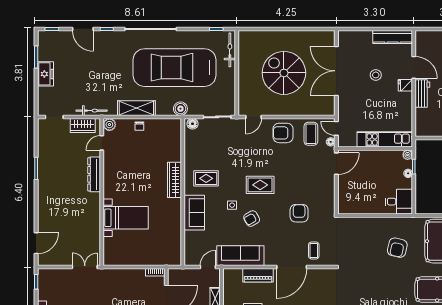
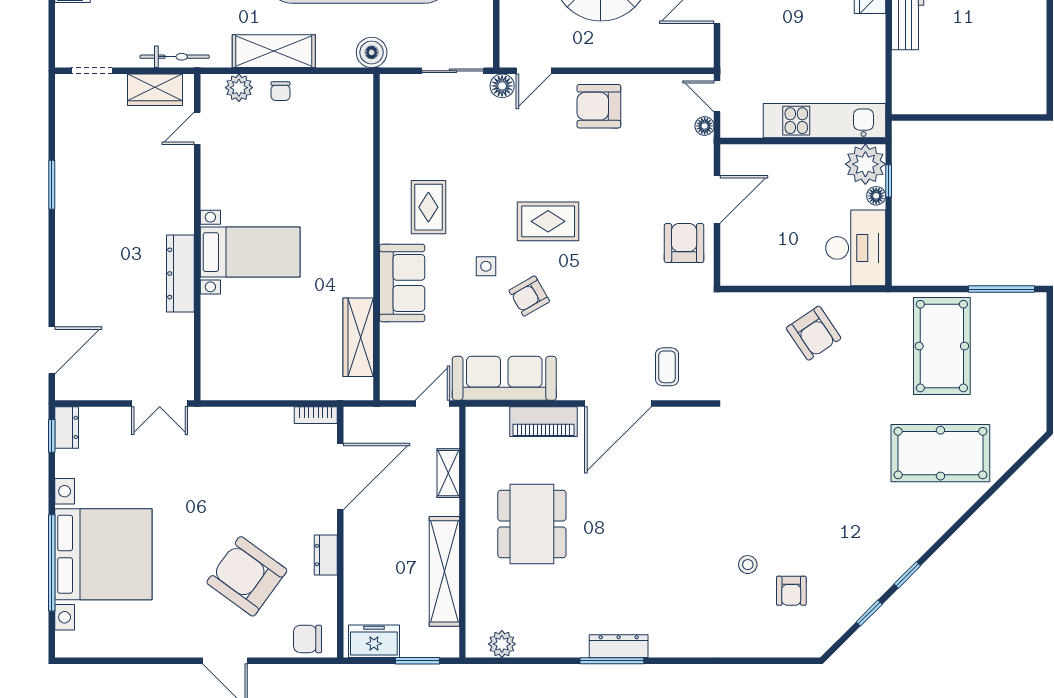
floor lamp: (192, 124) -> (502, 86), moved
plant: (109, 125) -> (239, 88), moved
coffee table: (311, 134) -> (661, 108), removed
plant: (408, 155) -> (865, 164), width x1.88, depth x1.88
door: (336, 164) -> (717, 199), moved
dresser: (94, 174) -> (180, 273), moved
rug: (206, 178) -> (428, 207), turned 90
wardrobe: (174, 180) -> (358, 337), moved
desk: (399, 202) -> (856, 248), width x1.37
armchair: (299, 213) -> (684, 243), moved
bed with nightstands: (126, 218) -> (250, 252), moved
armchair: (397, 248) -> (814, 333), moved, turned -47
double door: (85, 267) -> (160, 403), swing flipped
dresser: (43, 278) -> (67, 427), added

